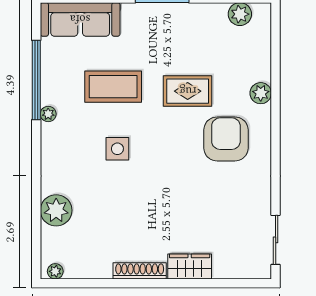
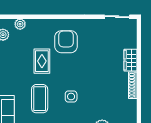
plant: (261, 93) -> (20, 24), moved
armchair: (226, 139) -> (66, 42), turned 90

